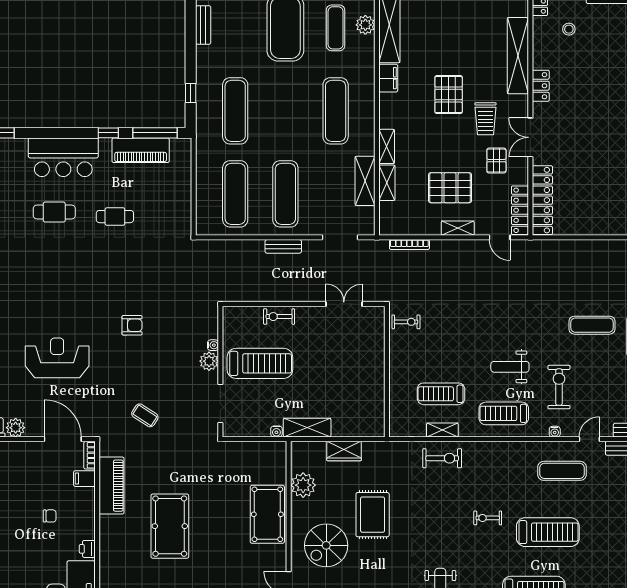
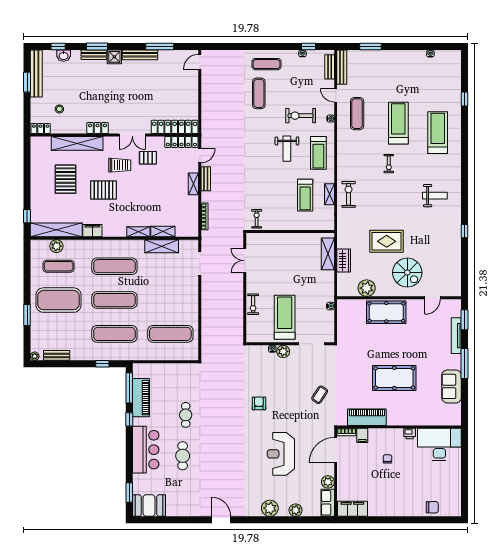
pallet: (450, 188) -> (66, 179), moved
exercise mat: (285, 194) -> (114, 300), moved
bench: (283, 246) -> (206, 179), moved
shelving: (307, 428) -> (328, 254), moved

